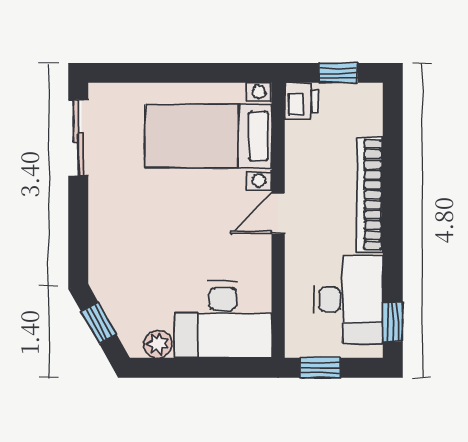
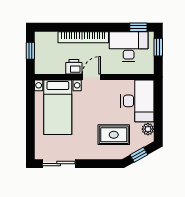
printer: (302, 101) -> (74, 67), moved
door: (278, 213) -> (91, 77), swing flipped
rug: (145, 265) -> (114, 135), added
window: (321, 368) -> (158, 47), moved

